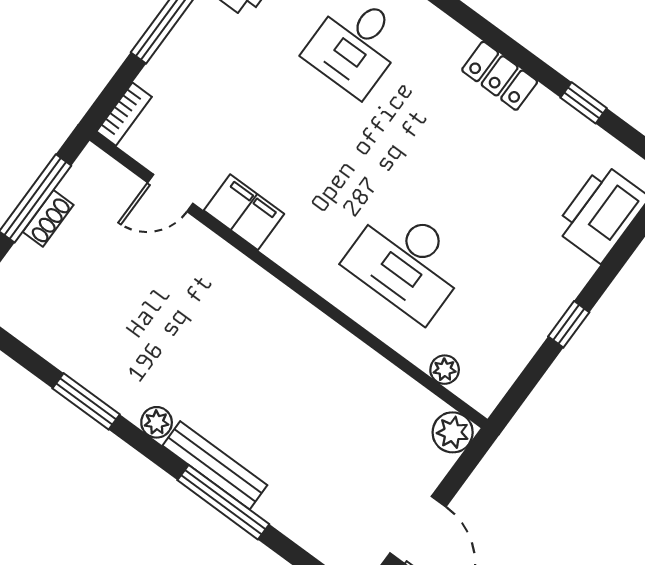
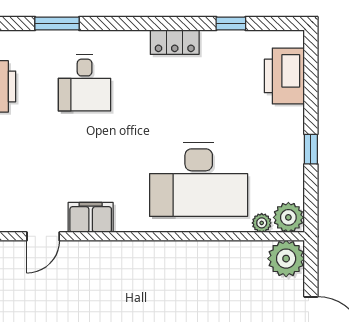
desk: (407, 262) -> (199, 180), width x1.36, depth x1.30
plant: (482, 387) -> (288, 217), added
plant: (453, 432) -> (286, 259), width x1.36, depth x1.36

